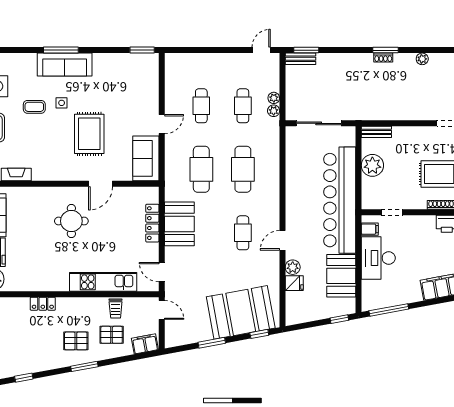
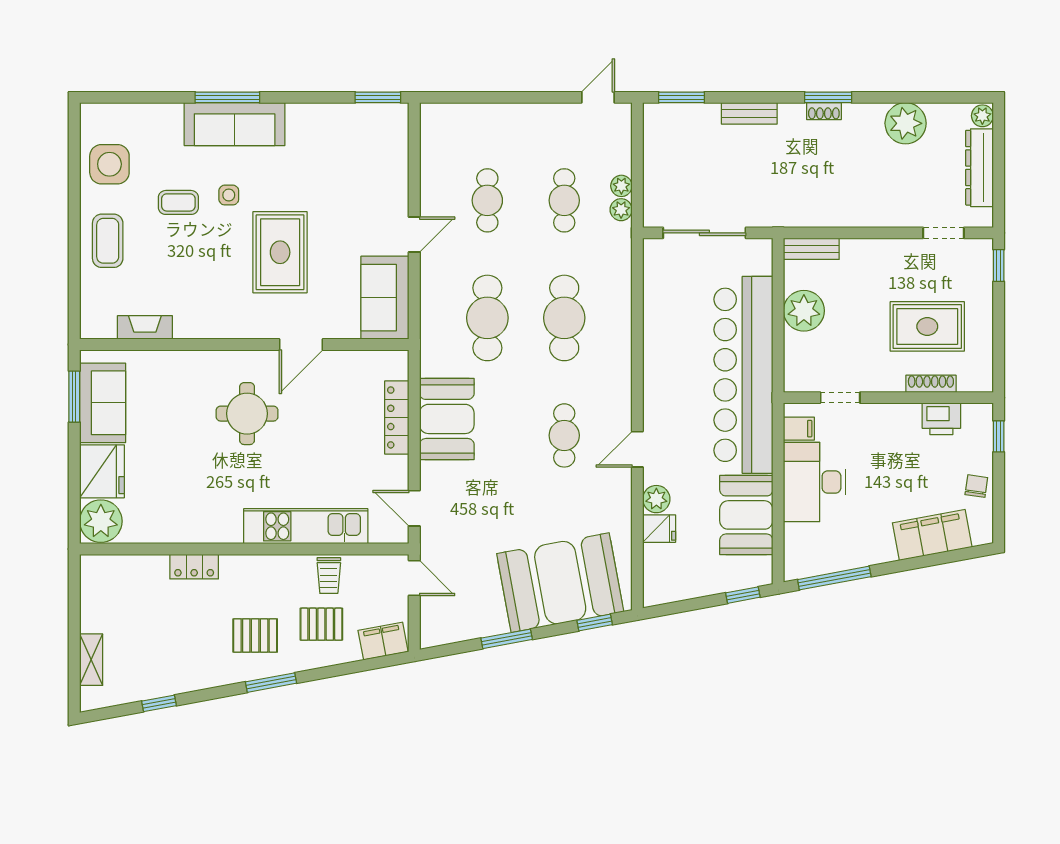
bench: (300, 59) -> (749, 113), moved
plant: (422, 59) -> (906, 123), width x1.87, depth x1.87

